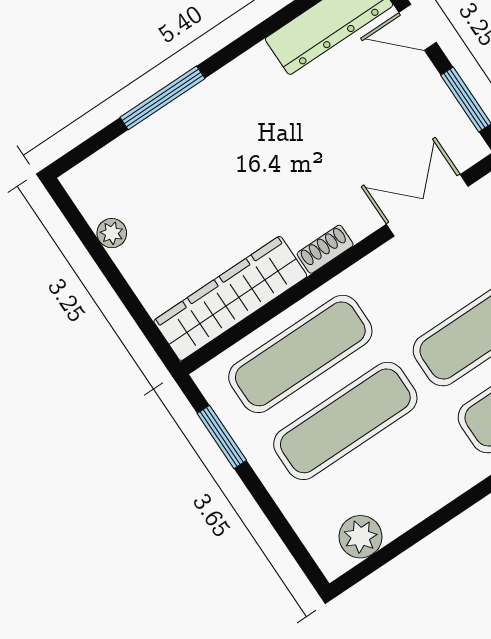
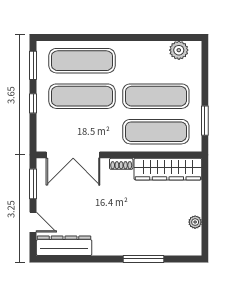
double door: (427, 205) -> (73, 155), width x1.37

